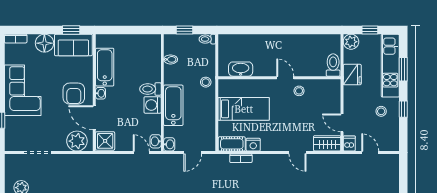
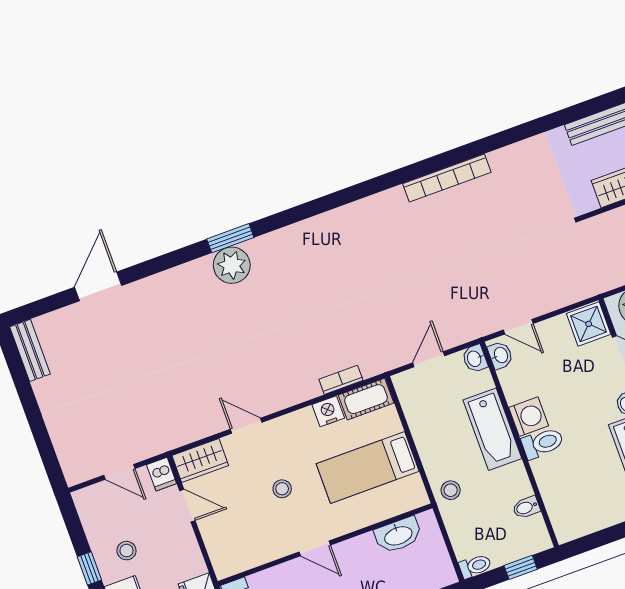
stool: (299, 91) -> (282, 489), moved

